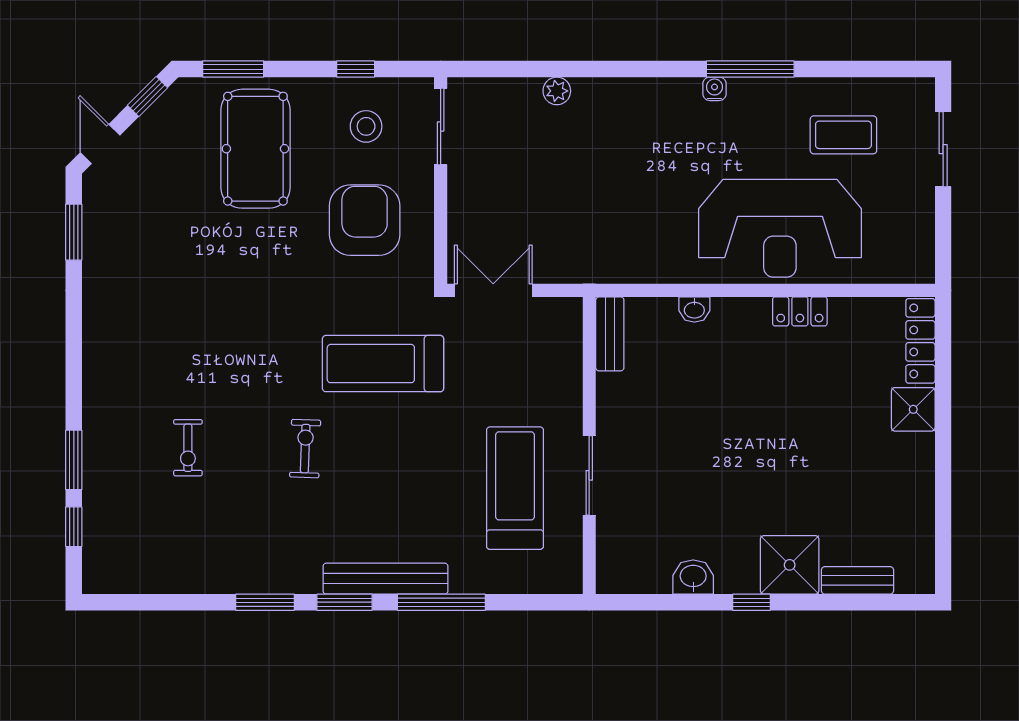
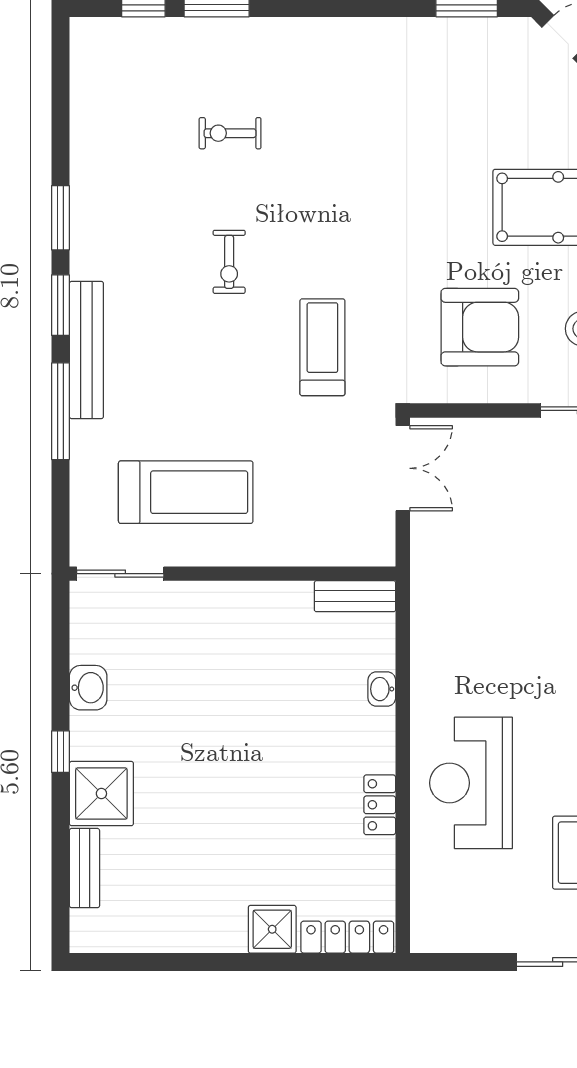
reception desk: (780, 228) -> (471, 783), width x0.74, depth x0.77
treadmill: (383, 364) -> (322, 347), width x0.73, depth x0.73
exercise bike: (305, 449) -> (229, 262), turned 88
sliding door: (589, 475) -> (120, 574), moved

